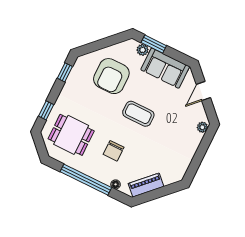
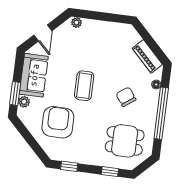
armchair: (111, 76) -> (58, 122), turned -90
door: (203, 91) -> (43, 33), hinge flipped
dining table: (71, 135) -> (125, 141), turned 90
chair: (114, 151) -> (126, 97), turned -126

